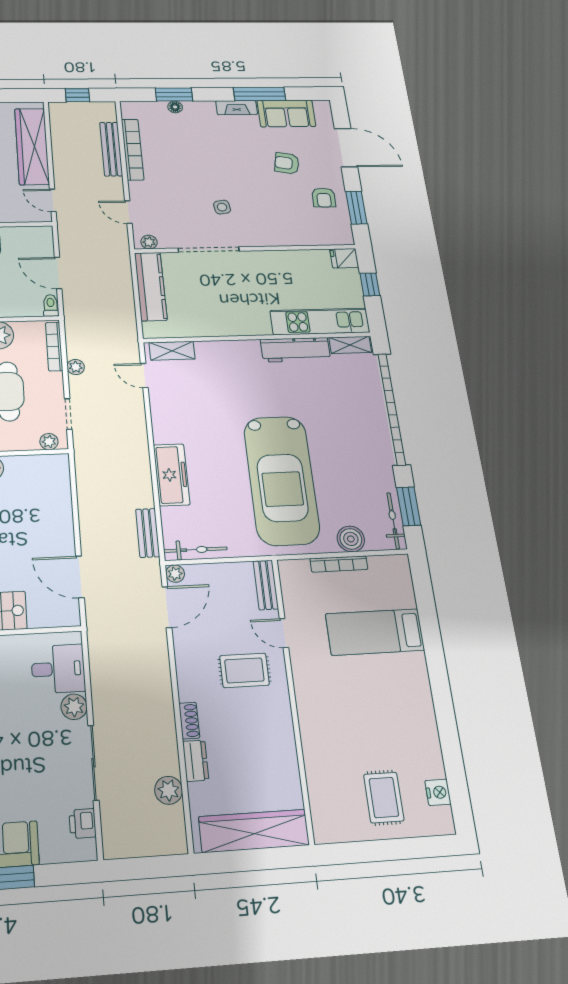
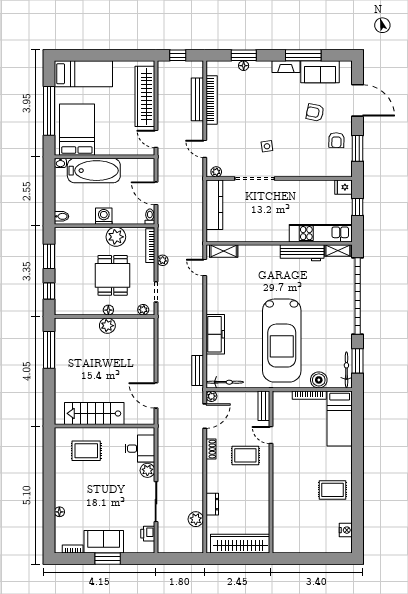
bed: (375, 632) -> (340, 418), moved, turned -90
shoe rack: (189, 721) -> (211, 449), moved
rug: (384, 798) -> (333, 490), moved, turned 90

